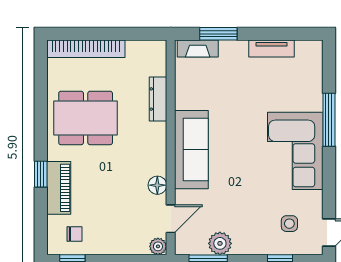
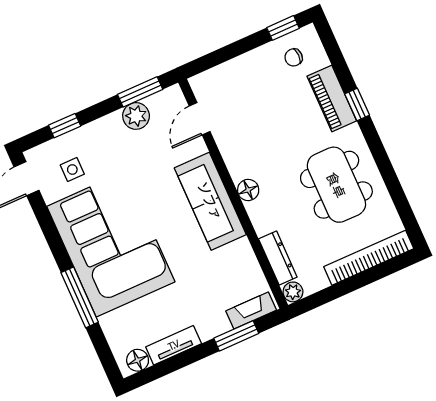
floor lamp: (305, 49) -> (138, 360), added
dresser: (158, 99) -> (278, 258), moved
dining table: (86, 118) -> (336, 185), turned 90
corner sofa: (295, 151) -> (111, 244), width x1.36, depth x1.36
floor lamp: (157, 185) -> (248, 190), moved
plant: (158, 246) -> (293, 292), moved

